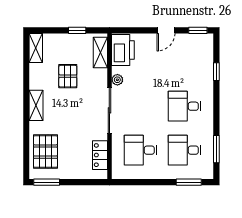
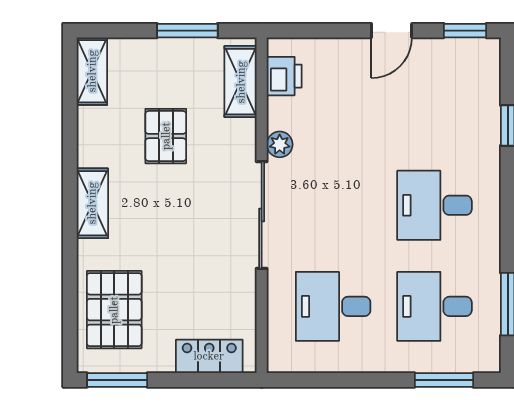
window: (77, 30) -> (187, 31), width x1.50
printer: (123, 50) -> (284, 76), width x0.53, depth x0.68
locker: (100, 155) -> (209, 356), moved, turned 90

